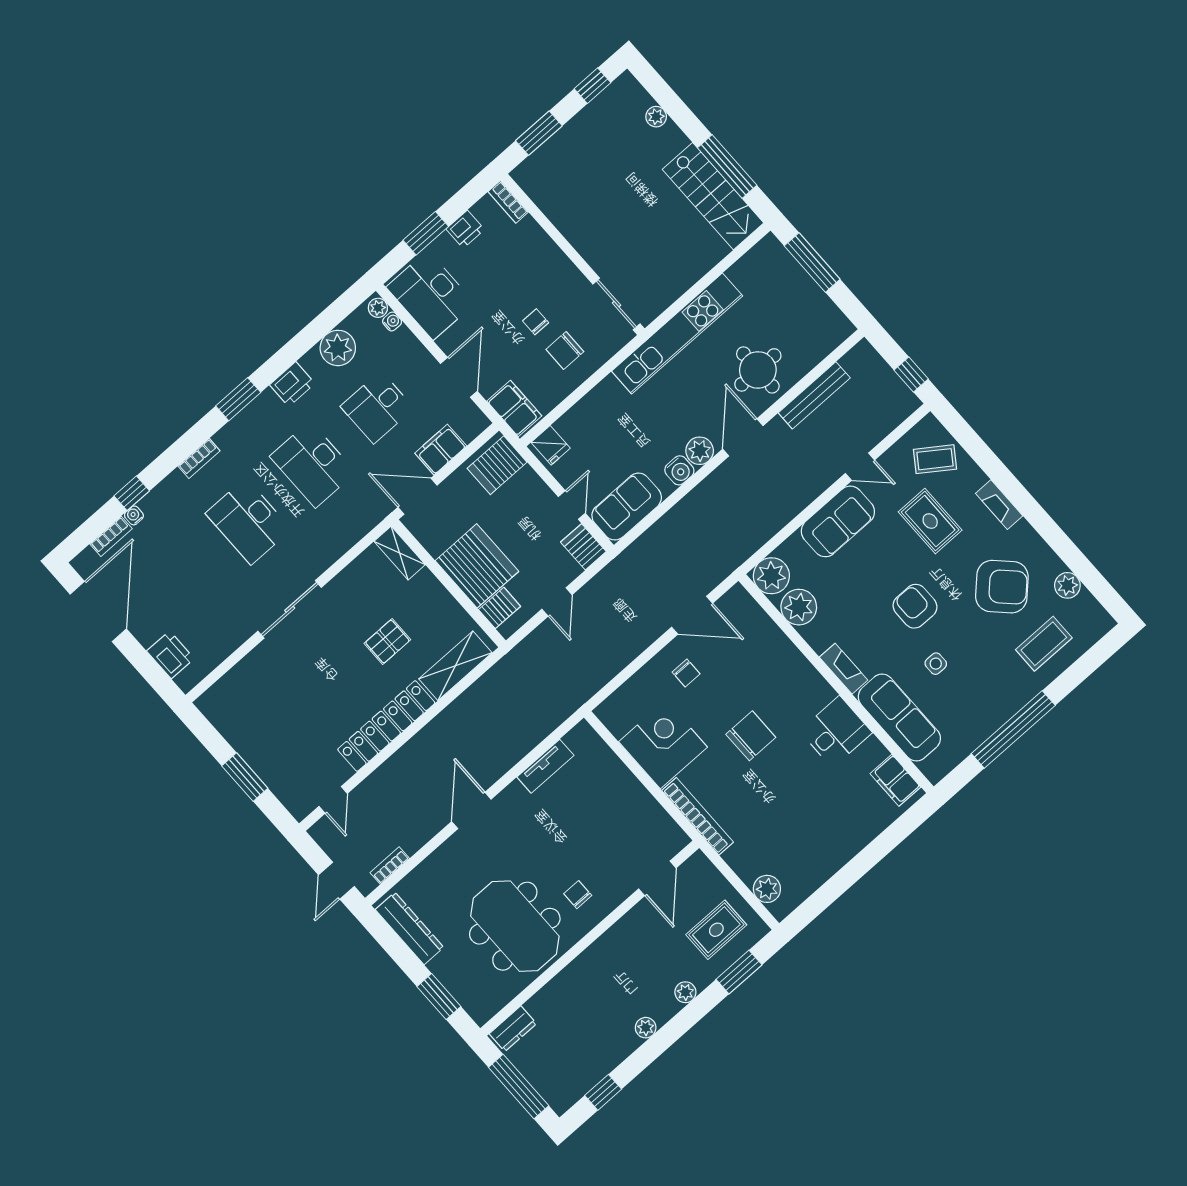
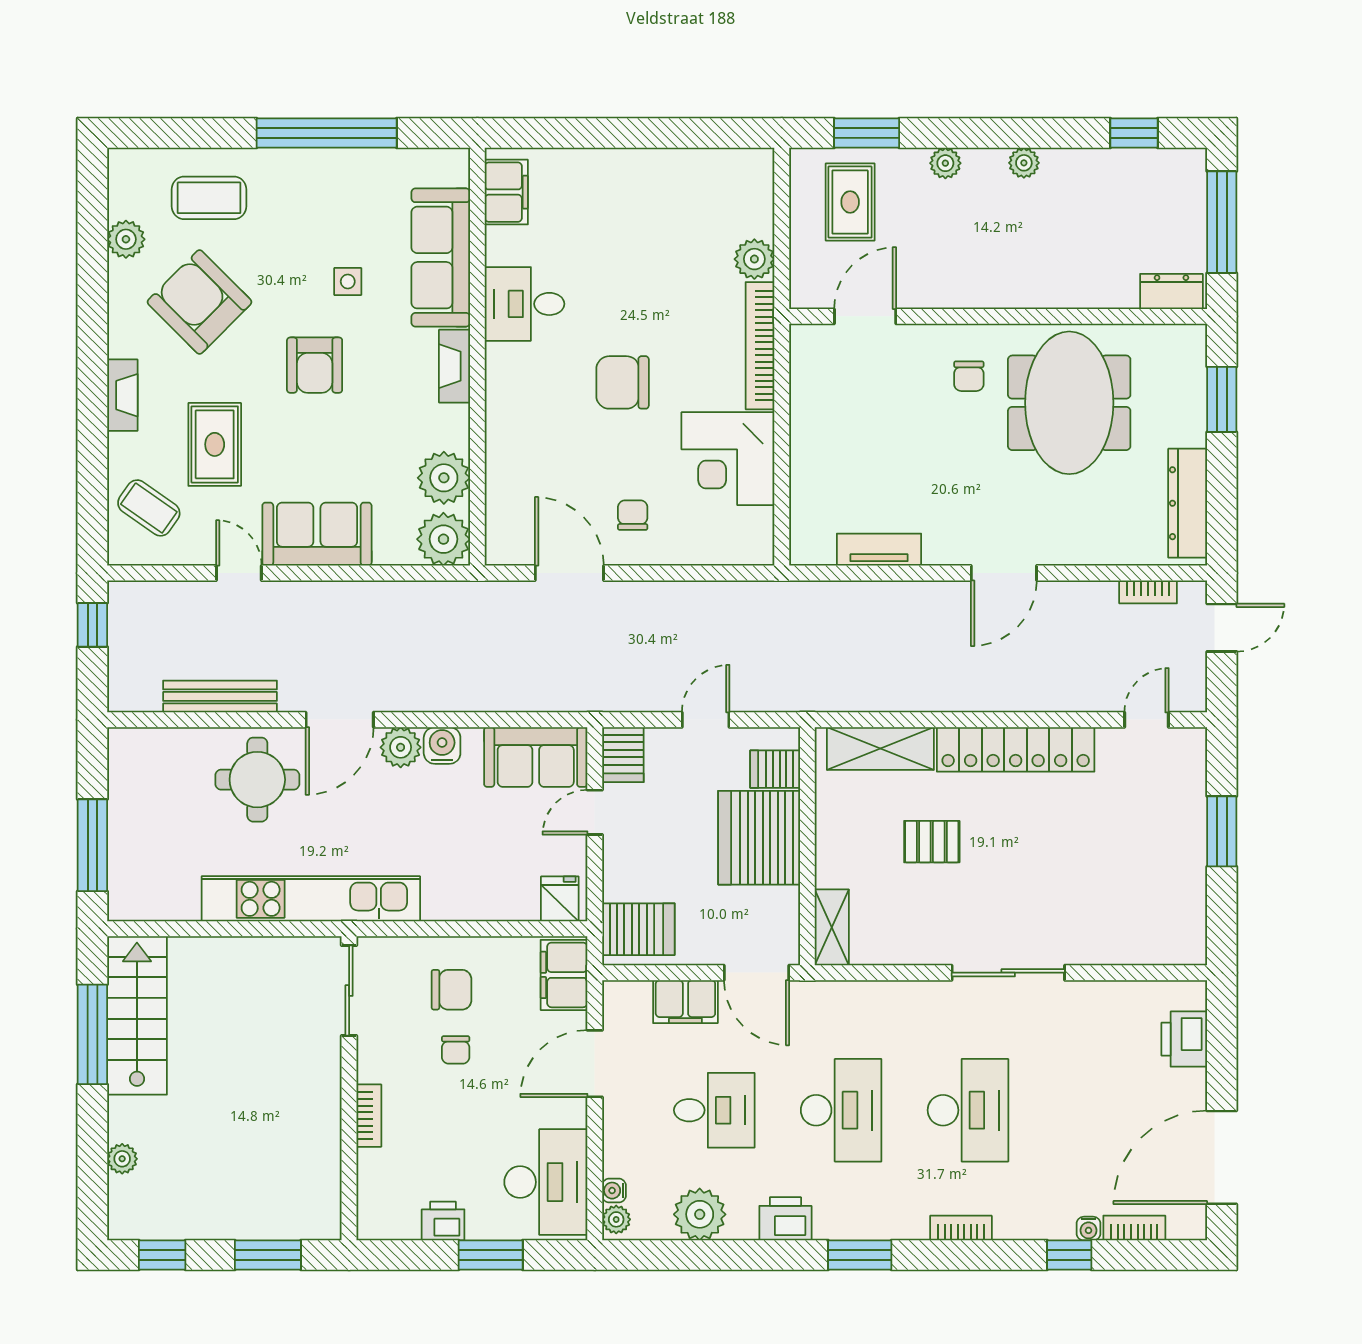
bookcase: (508, 202) -> (369, 1116), moved
plant: (767, 889) -> (754, 259), moved
rug: (716, 930) -> (850, 202), turned 90

